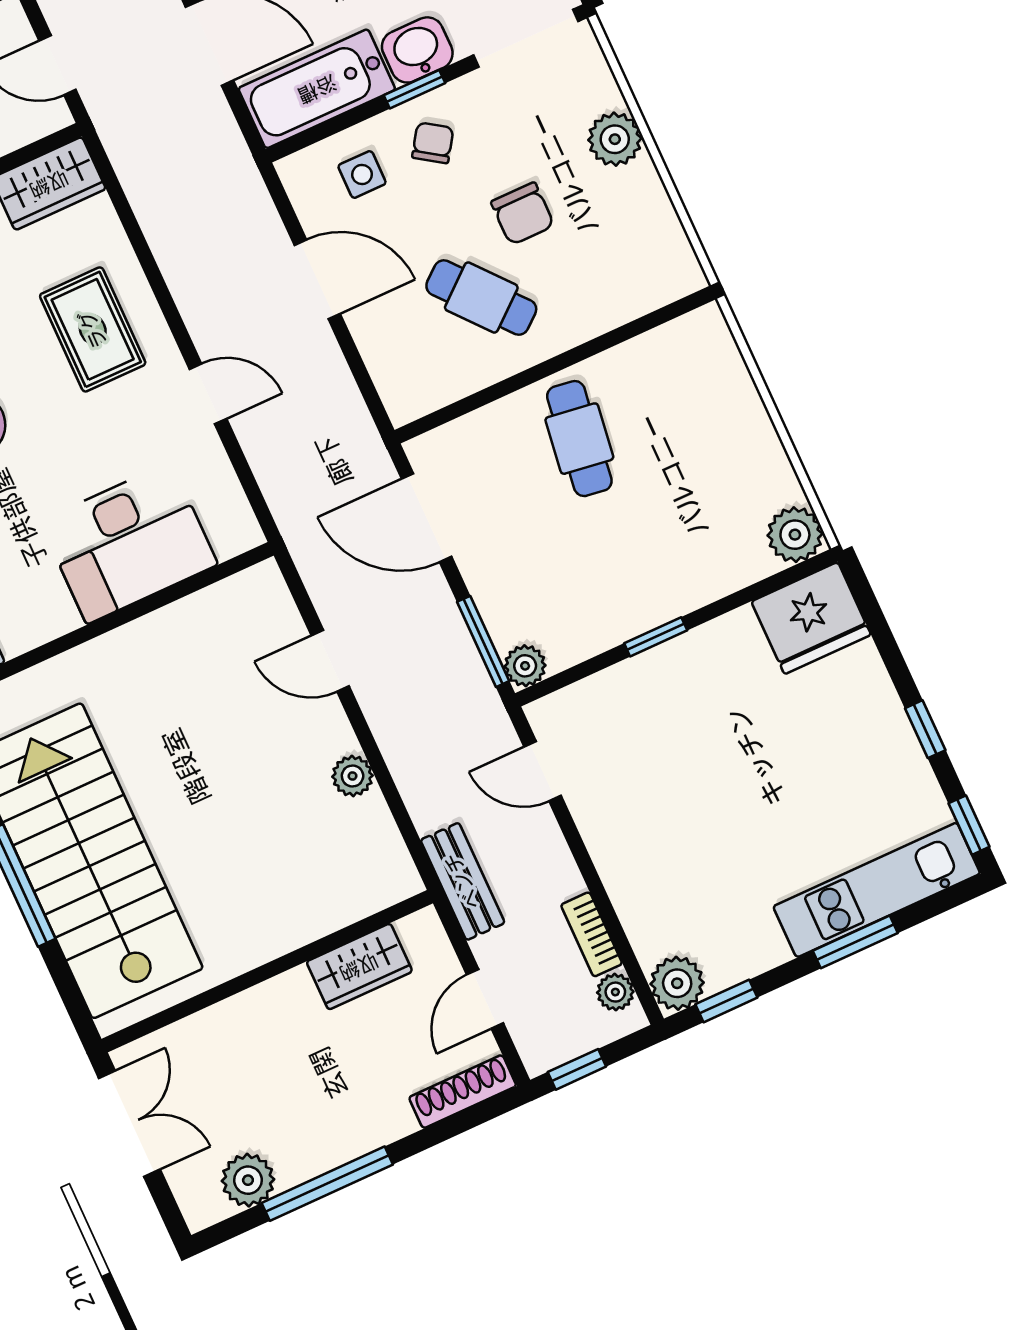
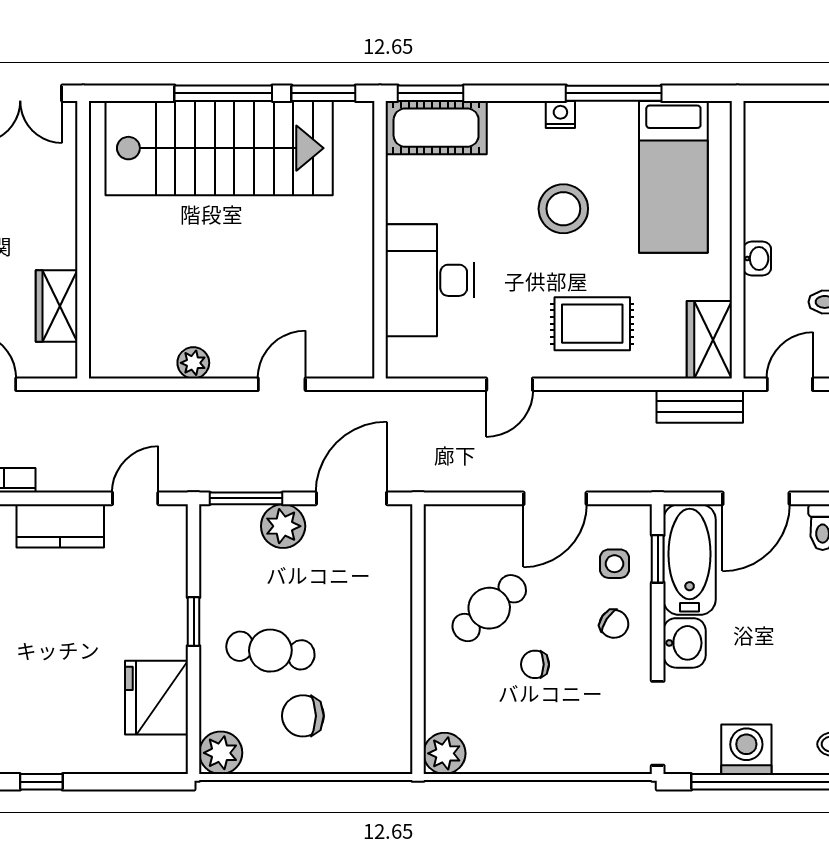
window: (415, 89) -> (658, 559), moved
plant: (615, 139) -> (444, 753), moved
chair: (523, 214) -> (535, 664), width x0.73, depth x0.73
cafe table: (579, 439) -> (270, 651), moved
chair: (707, 458) -> (303, 716), added
fridge: (811, 618) -> (157, 698), moved
plant: (525, 666) -> (283, 526), moved, width x1.38, depth x1.38
kitchen counter: (615, 844) -> (60, 526), added
bench: (463, 881) -> (700, 406), moved

